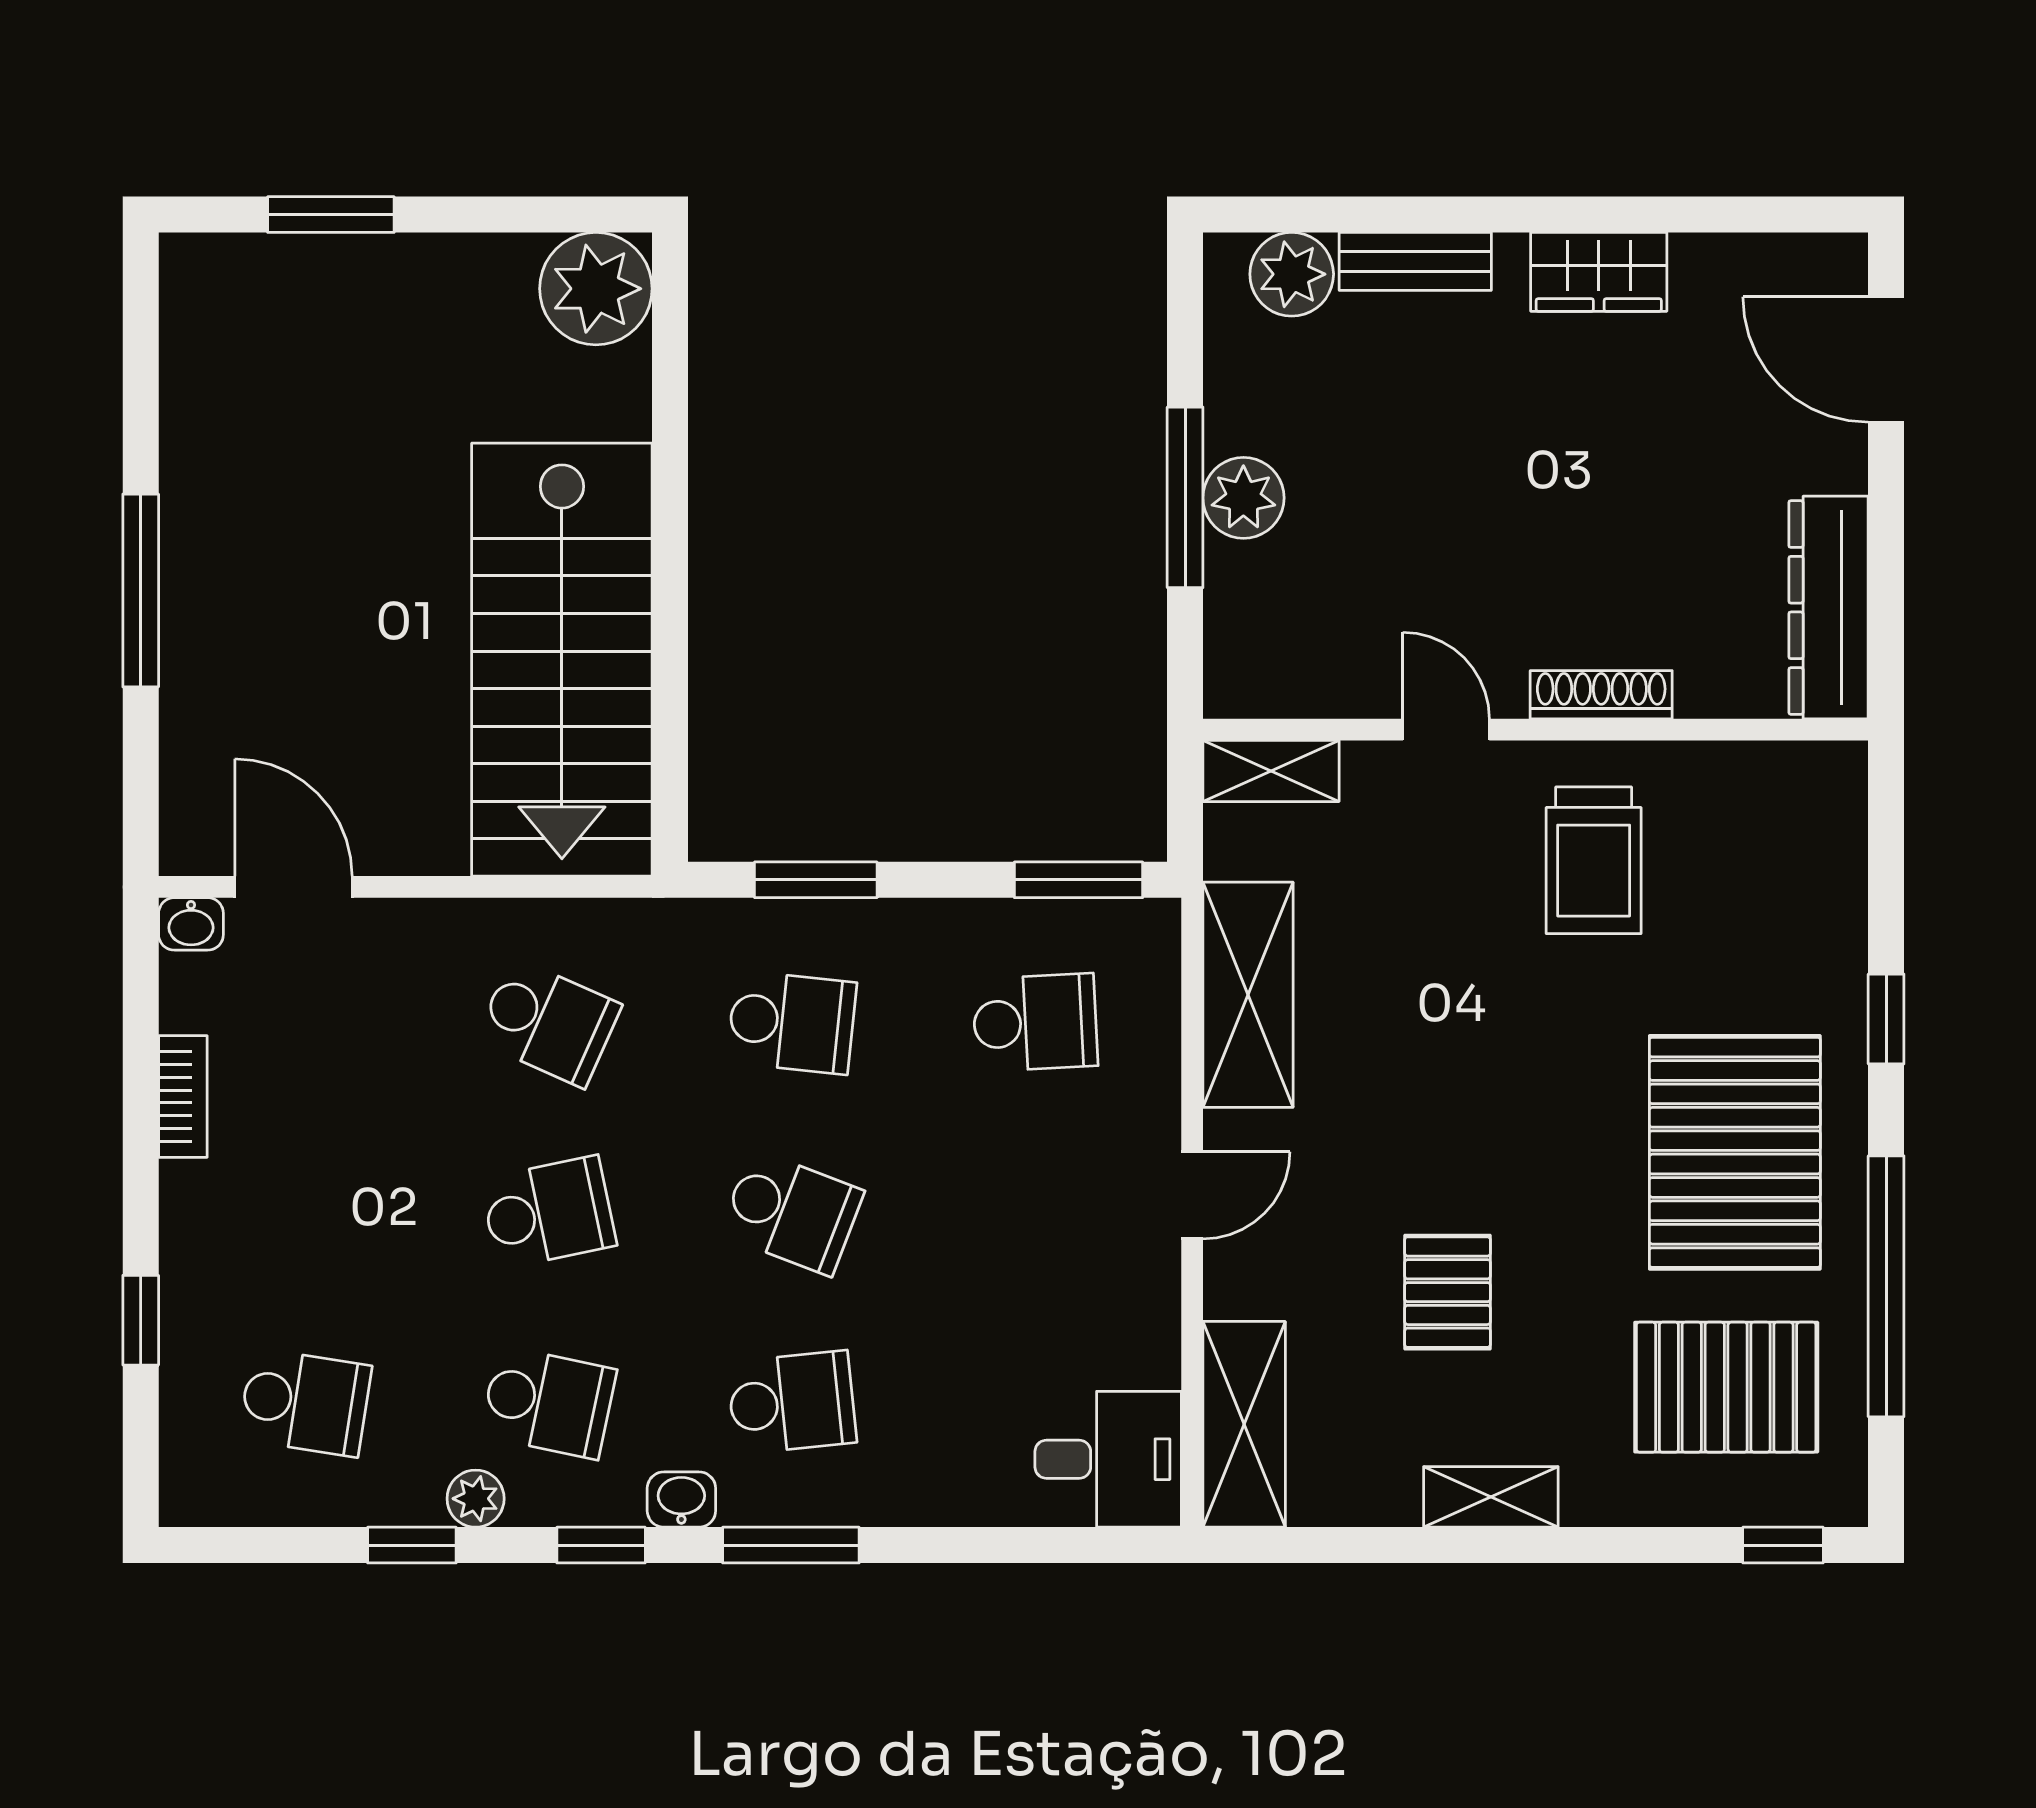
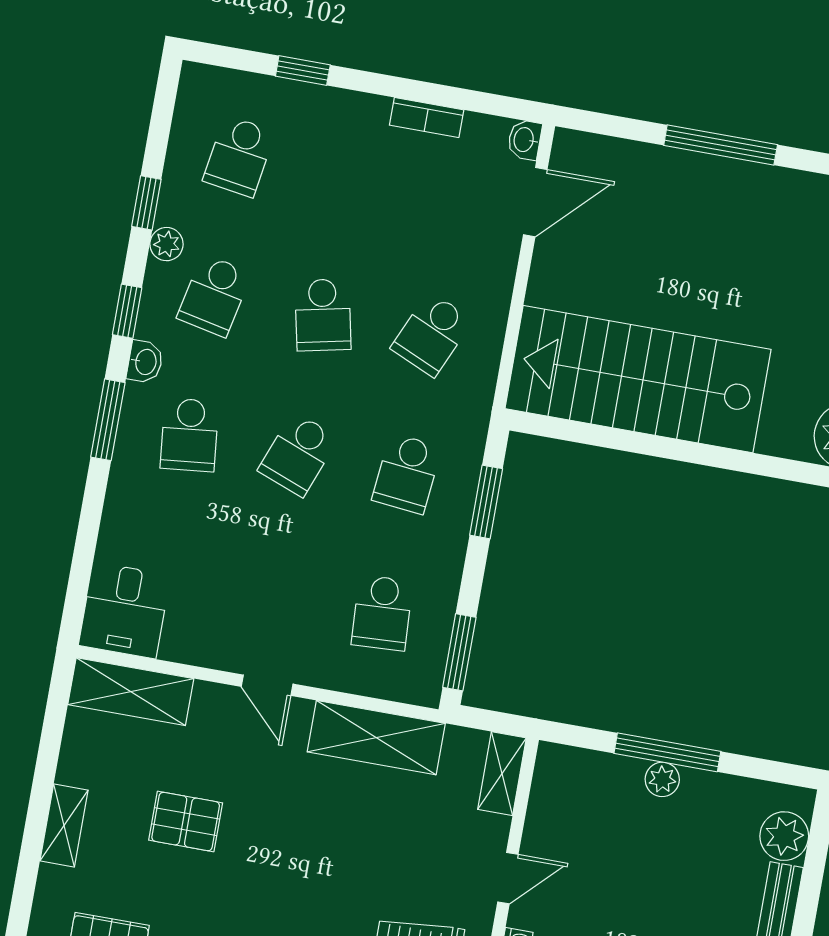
plant: (1243, 498) -> (662, 779), width x0.73, depth x0.73

